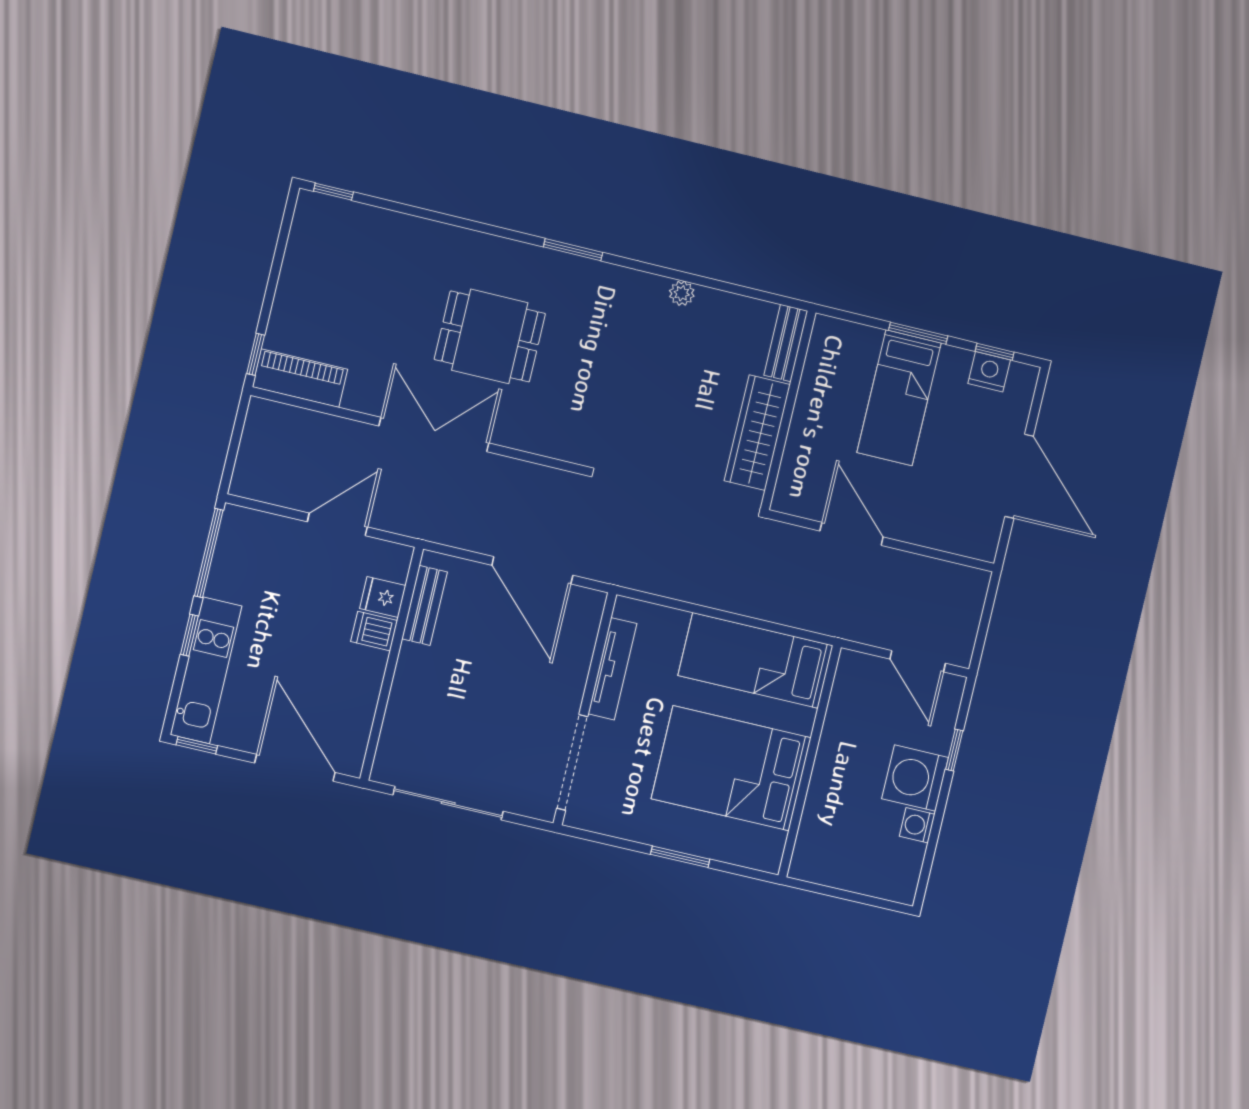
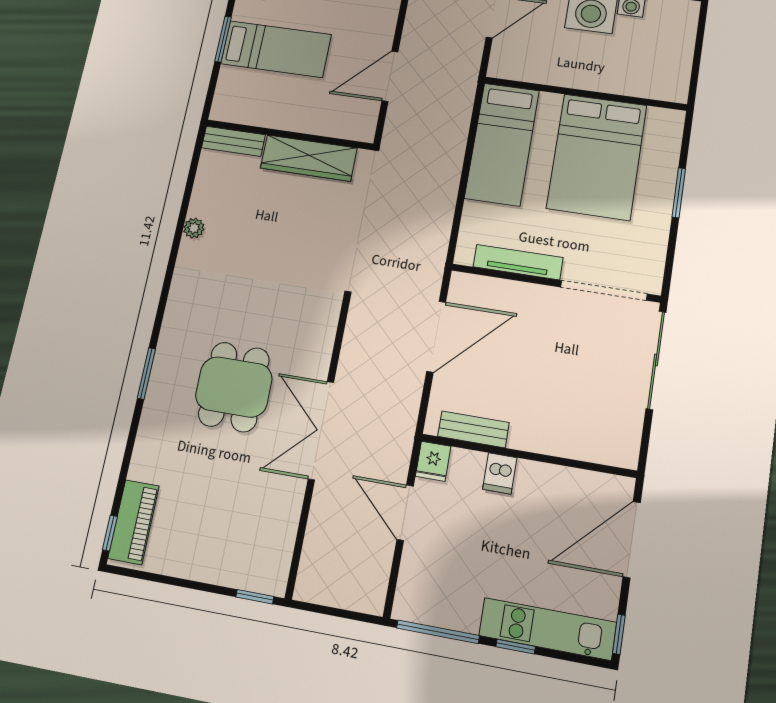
window: (573, 250) -> (146, 373), moved
piano: (300, 378) -> (134, 522), moved, turned 180
fridge: (383, 597) -> (433, 461), moved
sliding door: (448, 803) -> (656, 360), moved

